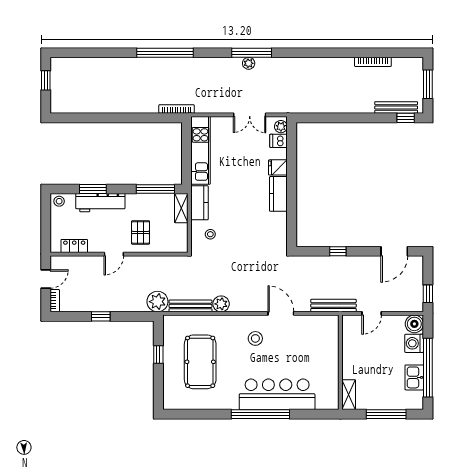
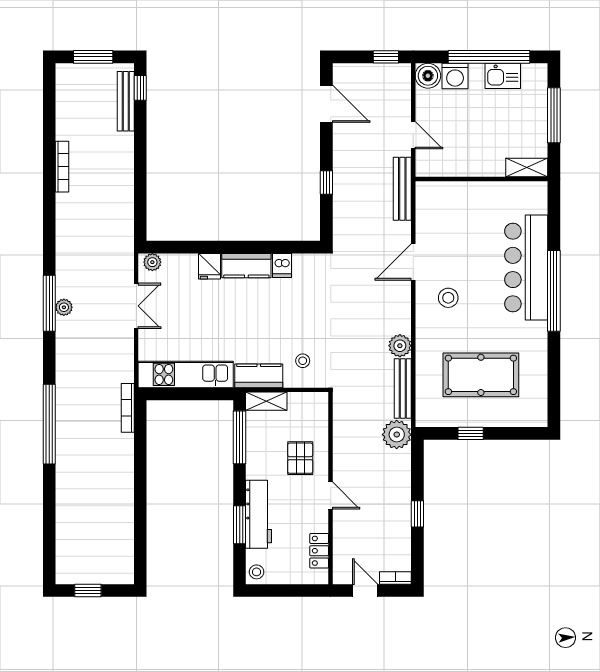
bookcase: (373, 62) -> (62, 167), moved
dishwasher: (278, 141) -> (282, 265), moved
pallet: (141, 232) -> (300, 458), turned 90

